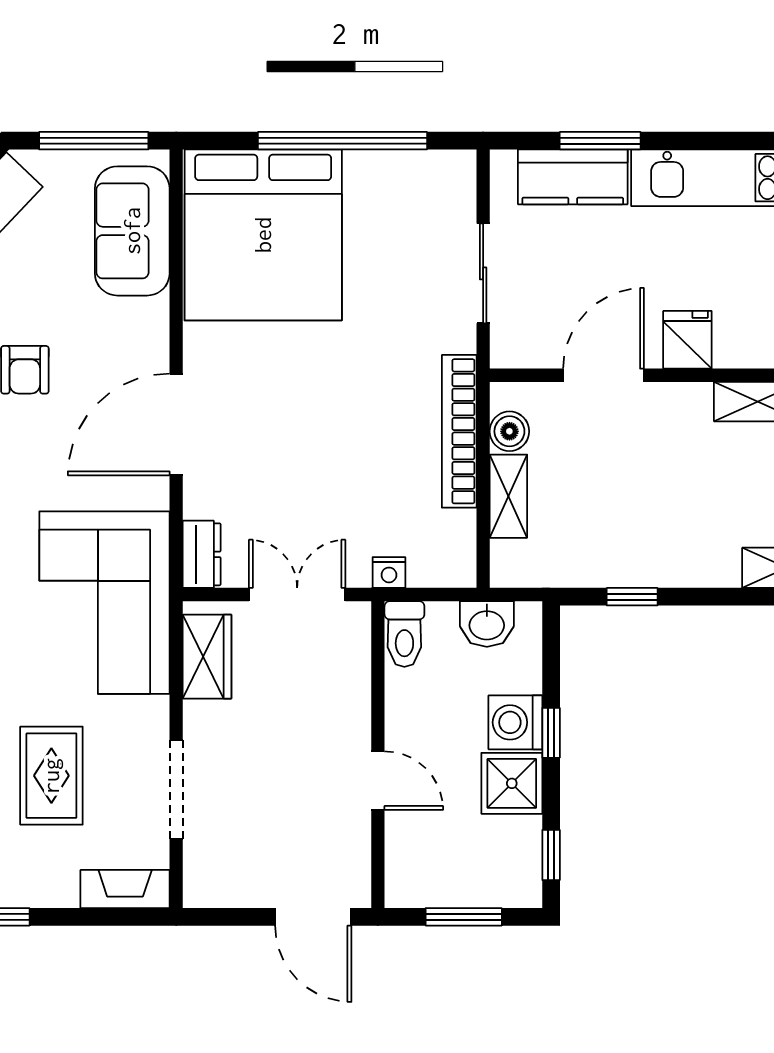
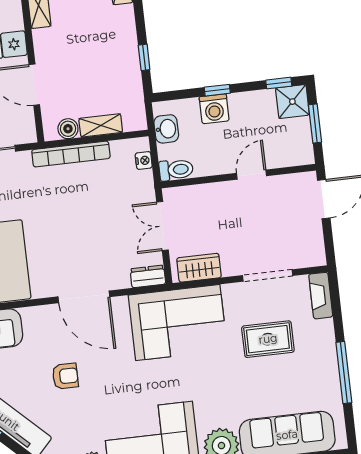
nightstand: (389, 572) -> (144, 160), moved
shower: (512, 783) -> (292, 102), moved

